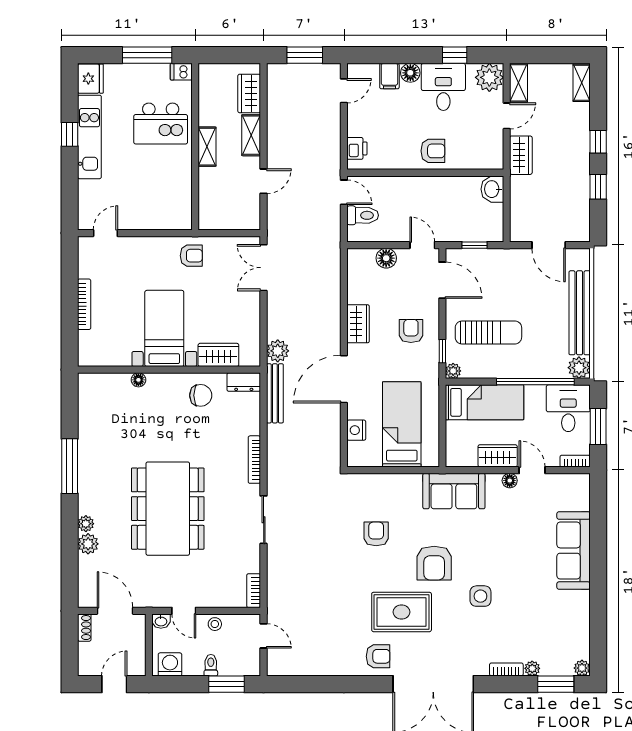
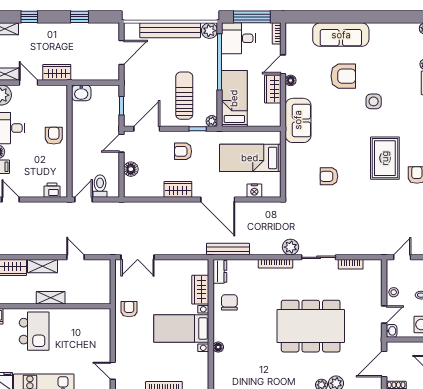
window: (598, 142) -> (29, 17), moved
plant: (278, 351) -> (290, 247), moved
window: (598, 427) -> (252, 17), width x1.44
armchair: (434, 563) -> (343, 76), moved
bookcase: (254, 591) -> (351, 264), moved

